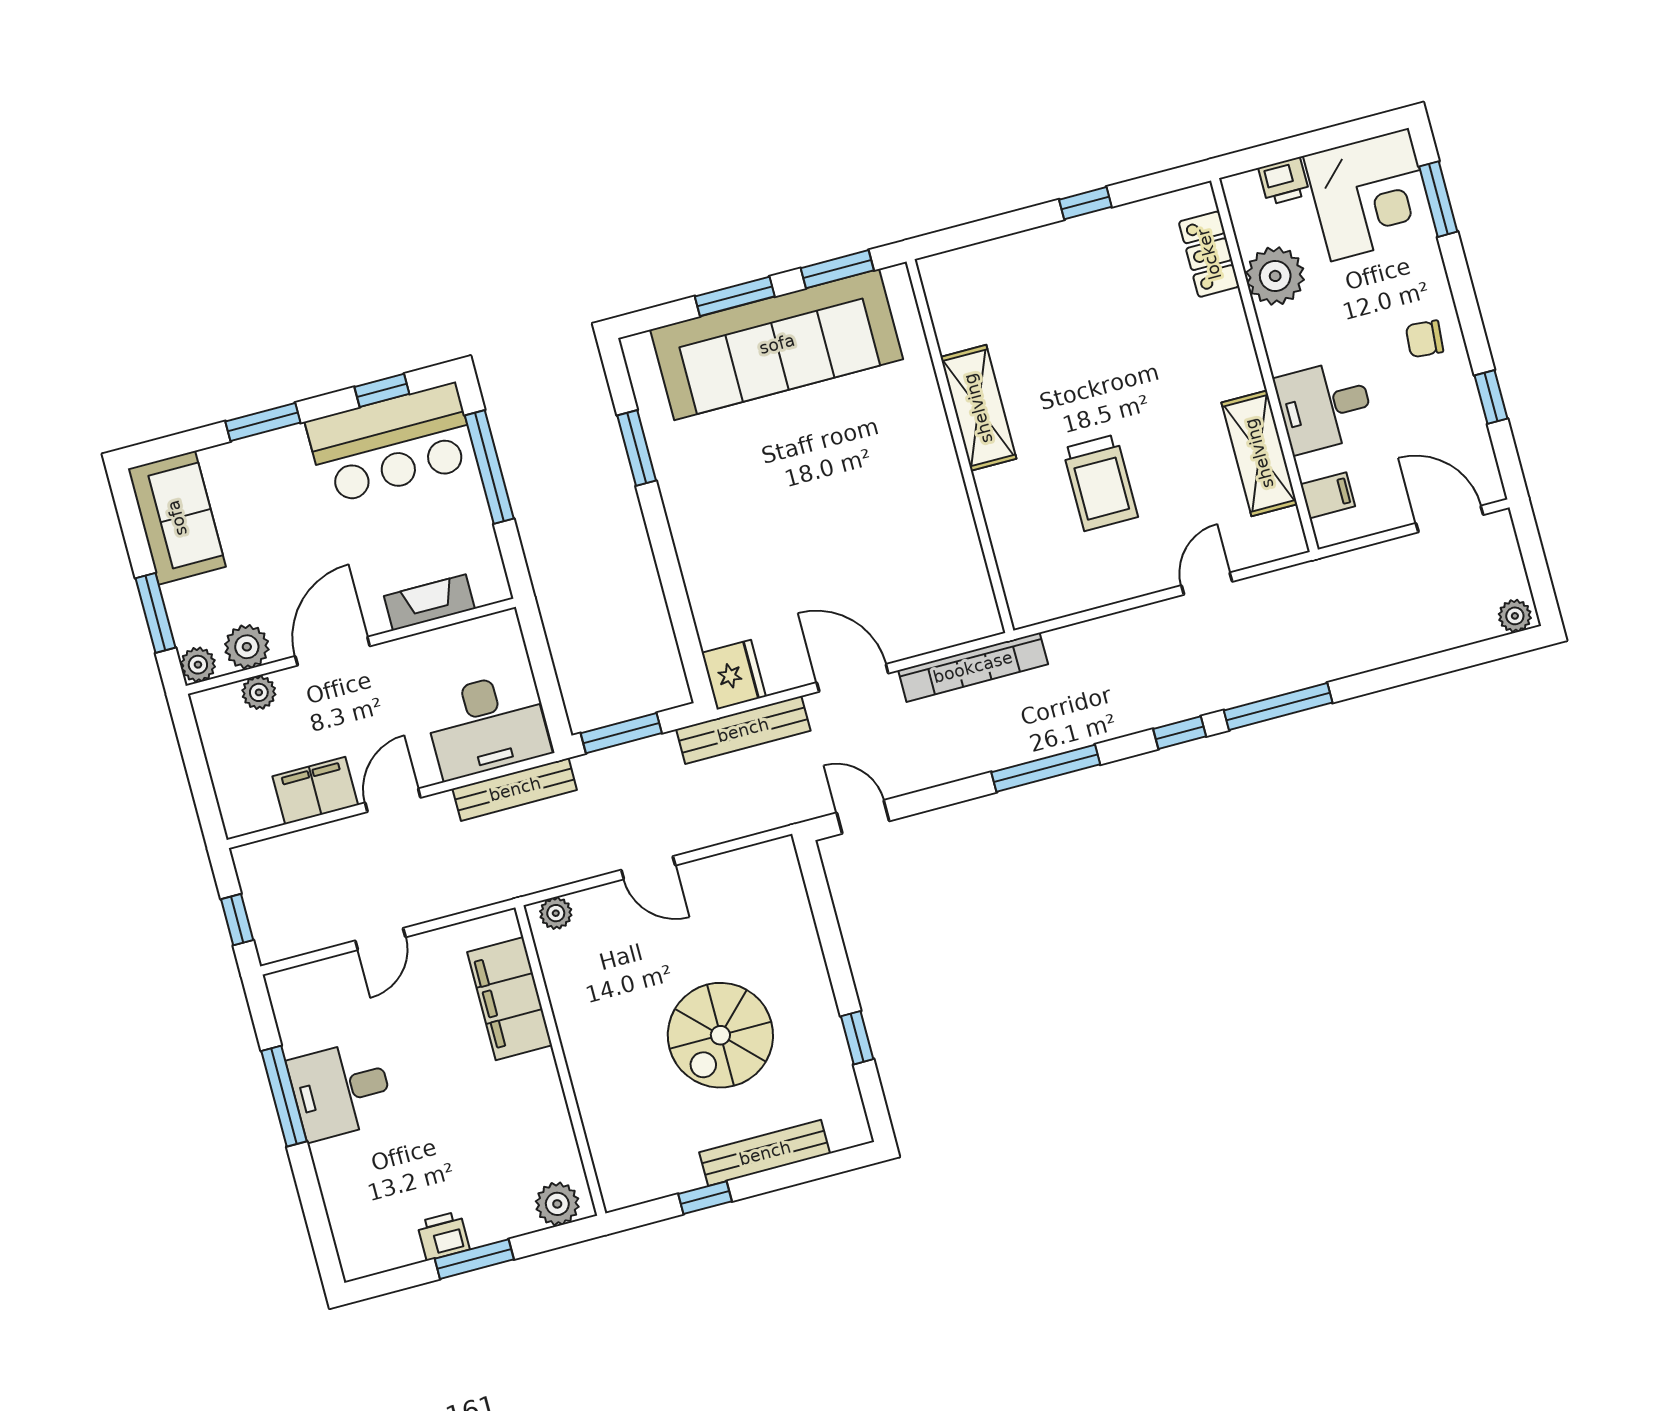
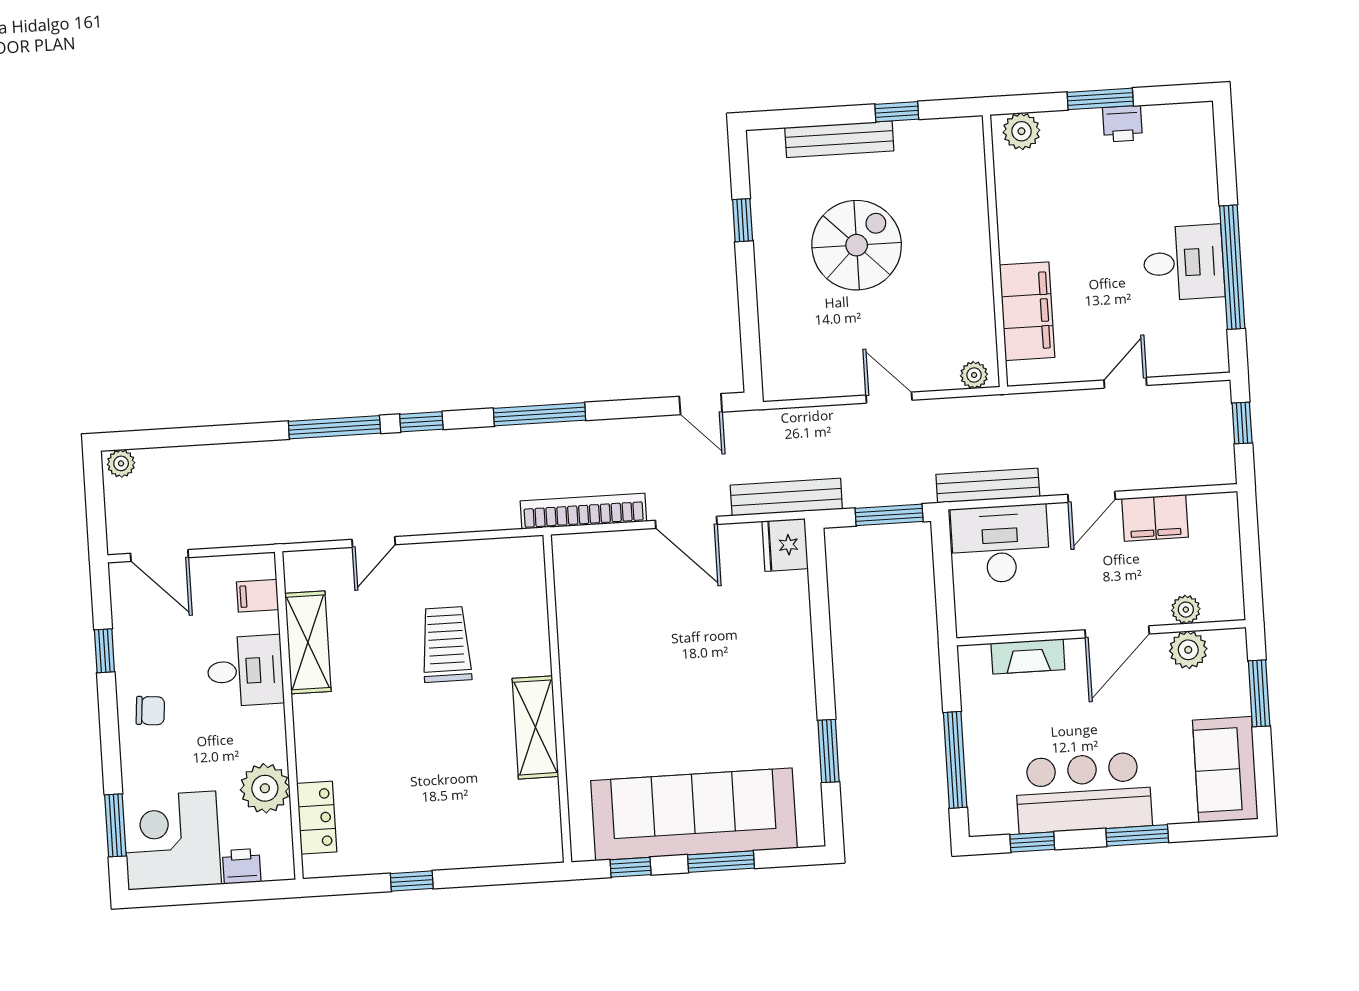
window: (837, 269) -> (631, 867), width x0.67
bar counter: (391, 443) -> (1083, 793), moved
plant: (198, 665) -> (1232, 643), removed
window: (284, 1096) -> (1232, 267), width x1.46

